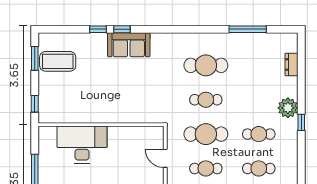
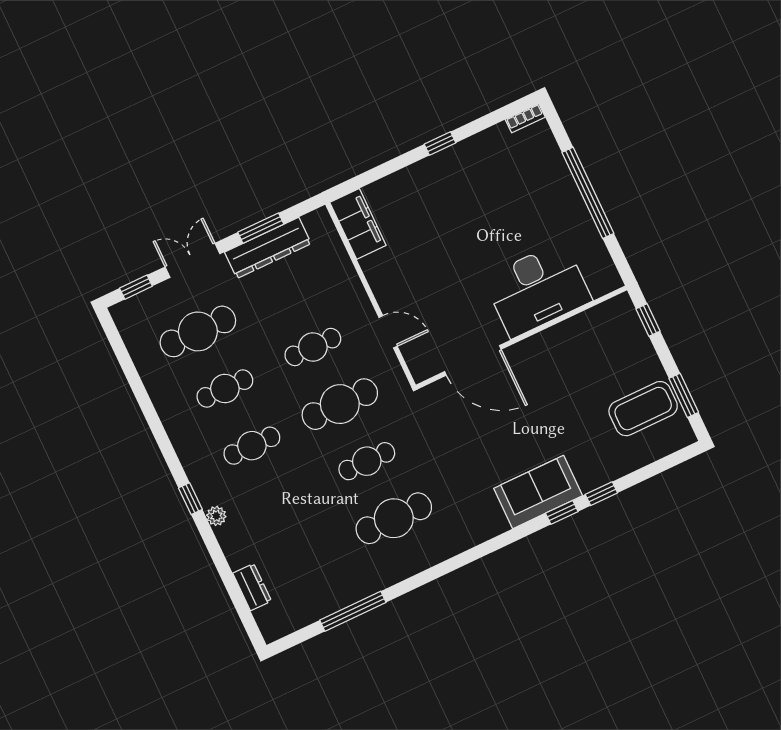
plant: (288, 108) -> (216, 516), width x0.53, depth x0.53
door: (130, 125) -> (473, 360), added

